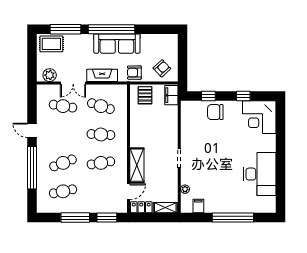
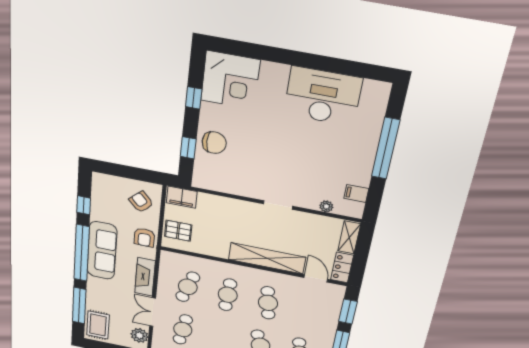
window: (151, 29) -> (84, 205), added
double door: (73, 83) -> (153, 312), swing flipped
chair: (215, 112) -> (214, 143), turned -90
shelving: (137, 165) -> (267, 258), width x1.47

